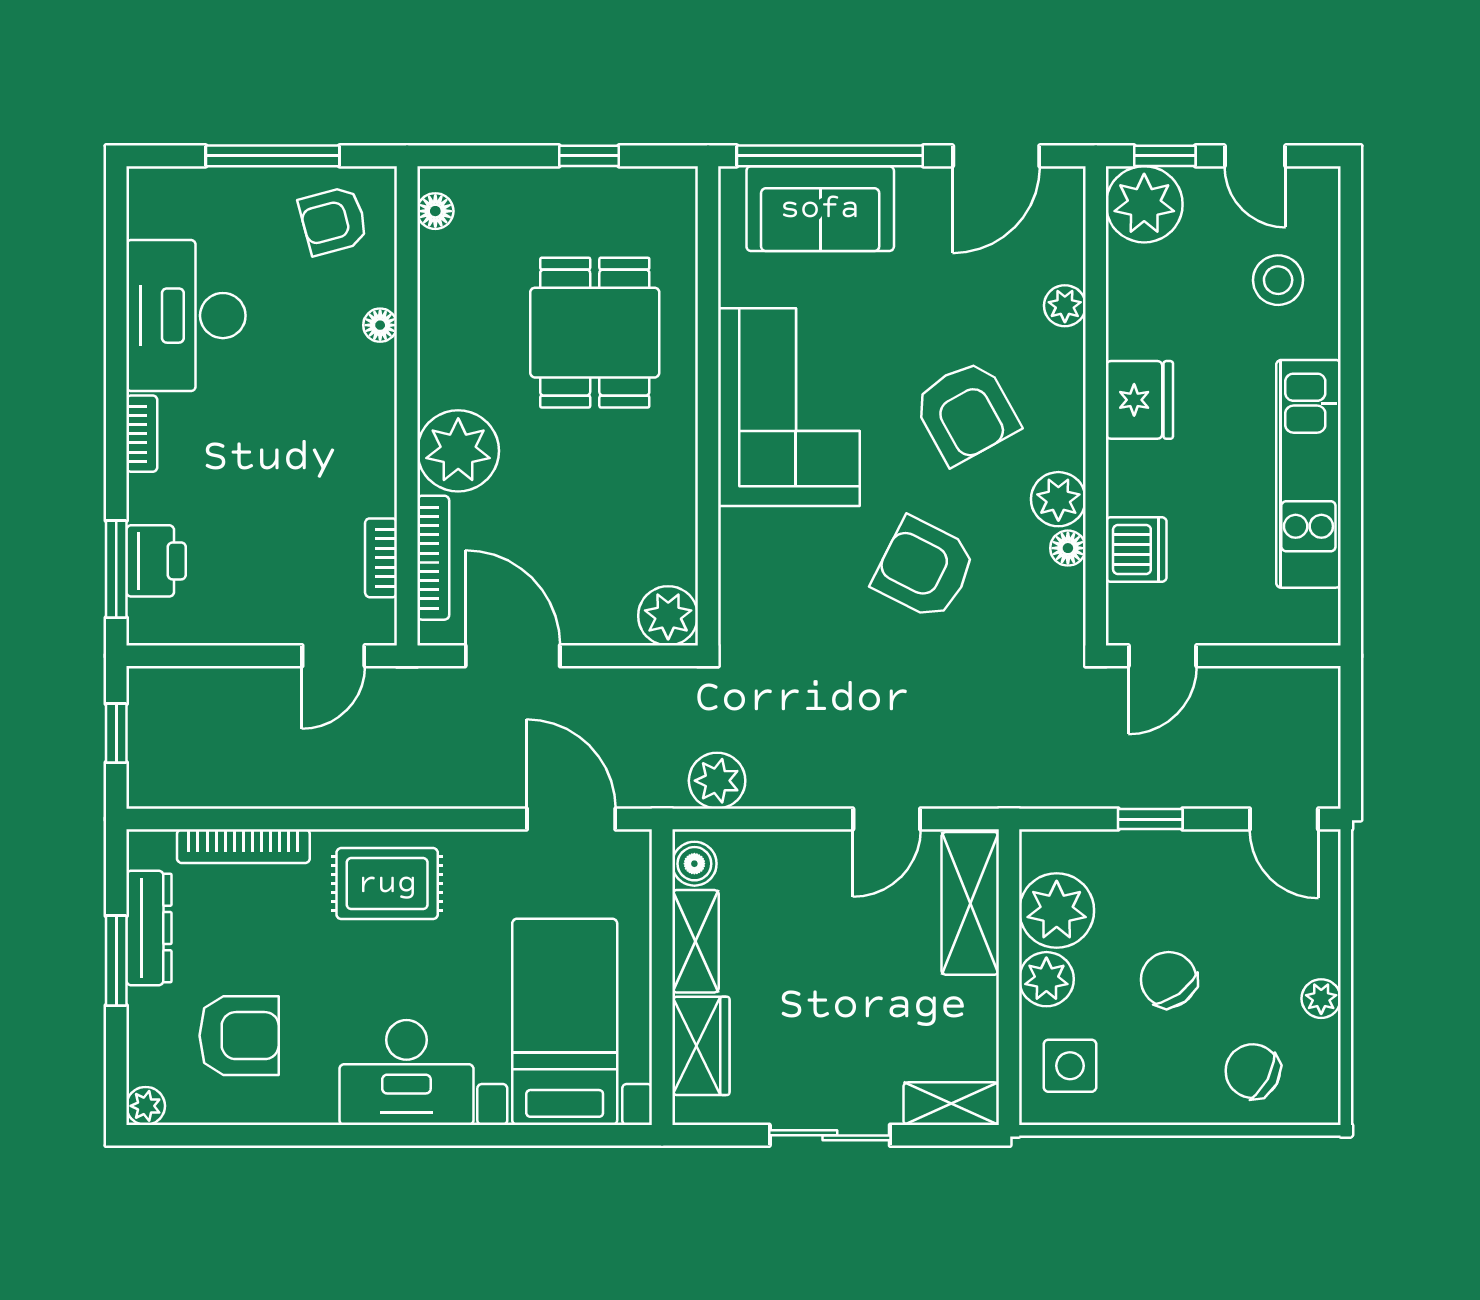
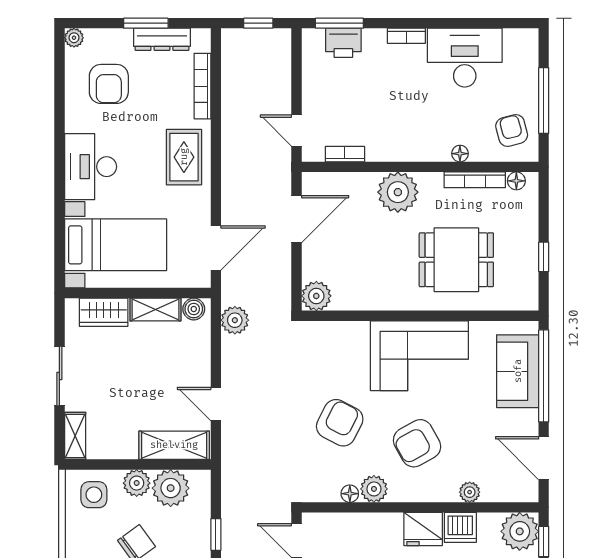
dishwasher: (1136, 549) -> (460, 527), moved
bookcase: (433, 558) -> (475, 180), moved

